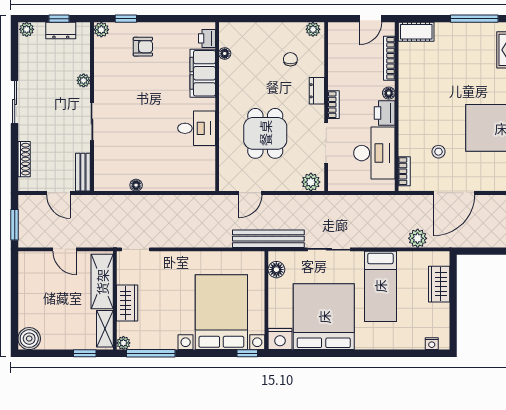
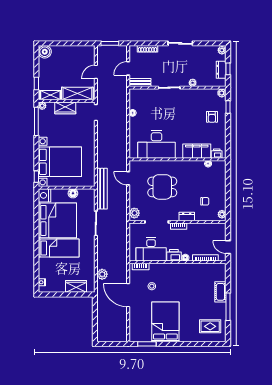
cot: (416, 32) -> (220, 292), moved
desk: (197, 128) -> (157, 144), width x1.87, depth x1.30
floor lamp: (276, 270) -> (73, 193), moved
bed: (380, 286) -> (59, 248), moved, turned 180

